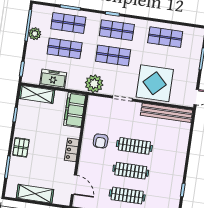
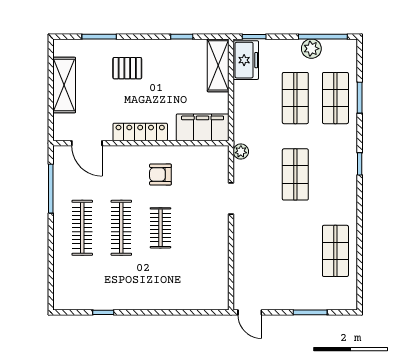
shop shelf: (117, 30) -> (335, 174), removed
freezer: (53, 79) -> (246, 60), moved
display table: (155, 83) -> (262, 245), removed
plant: (94, 84) -> (241, 152), width x0.53, depth x0.53
bench: (166, 113) -> (219, 270), removed
clothes rail: (134, 146) -> (160, 228), width x0.73
pallet: (21, 147) -> (127, 68), moved
locker: (72, 150) -> (140, 132), width x1.53
door: (74, 185) -> (87, 143), hinge flipped

